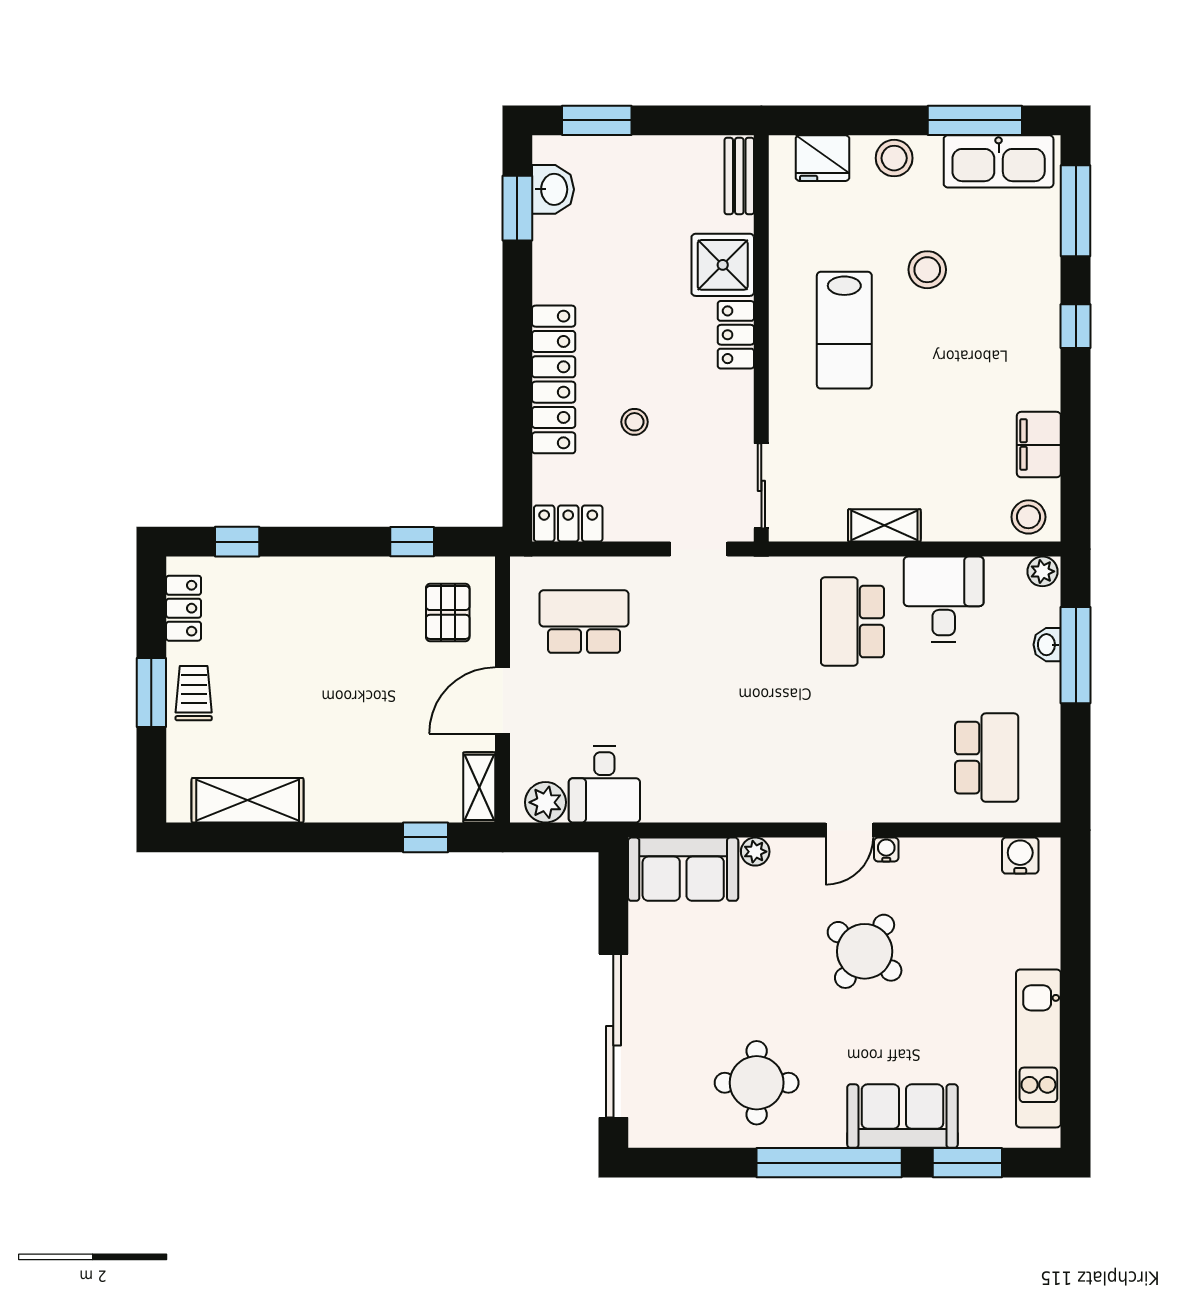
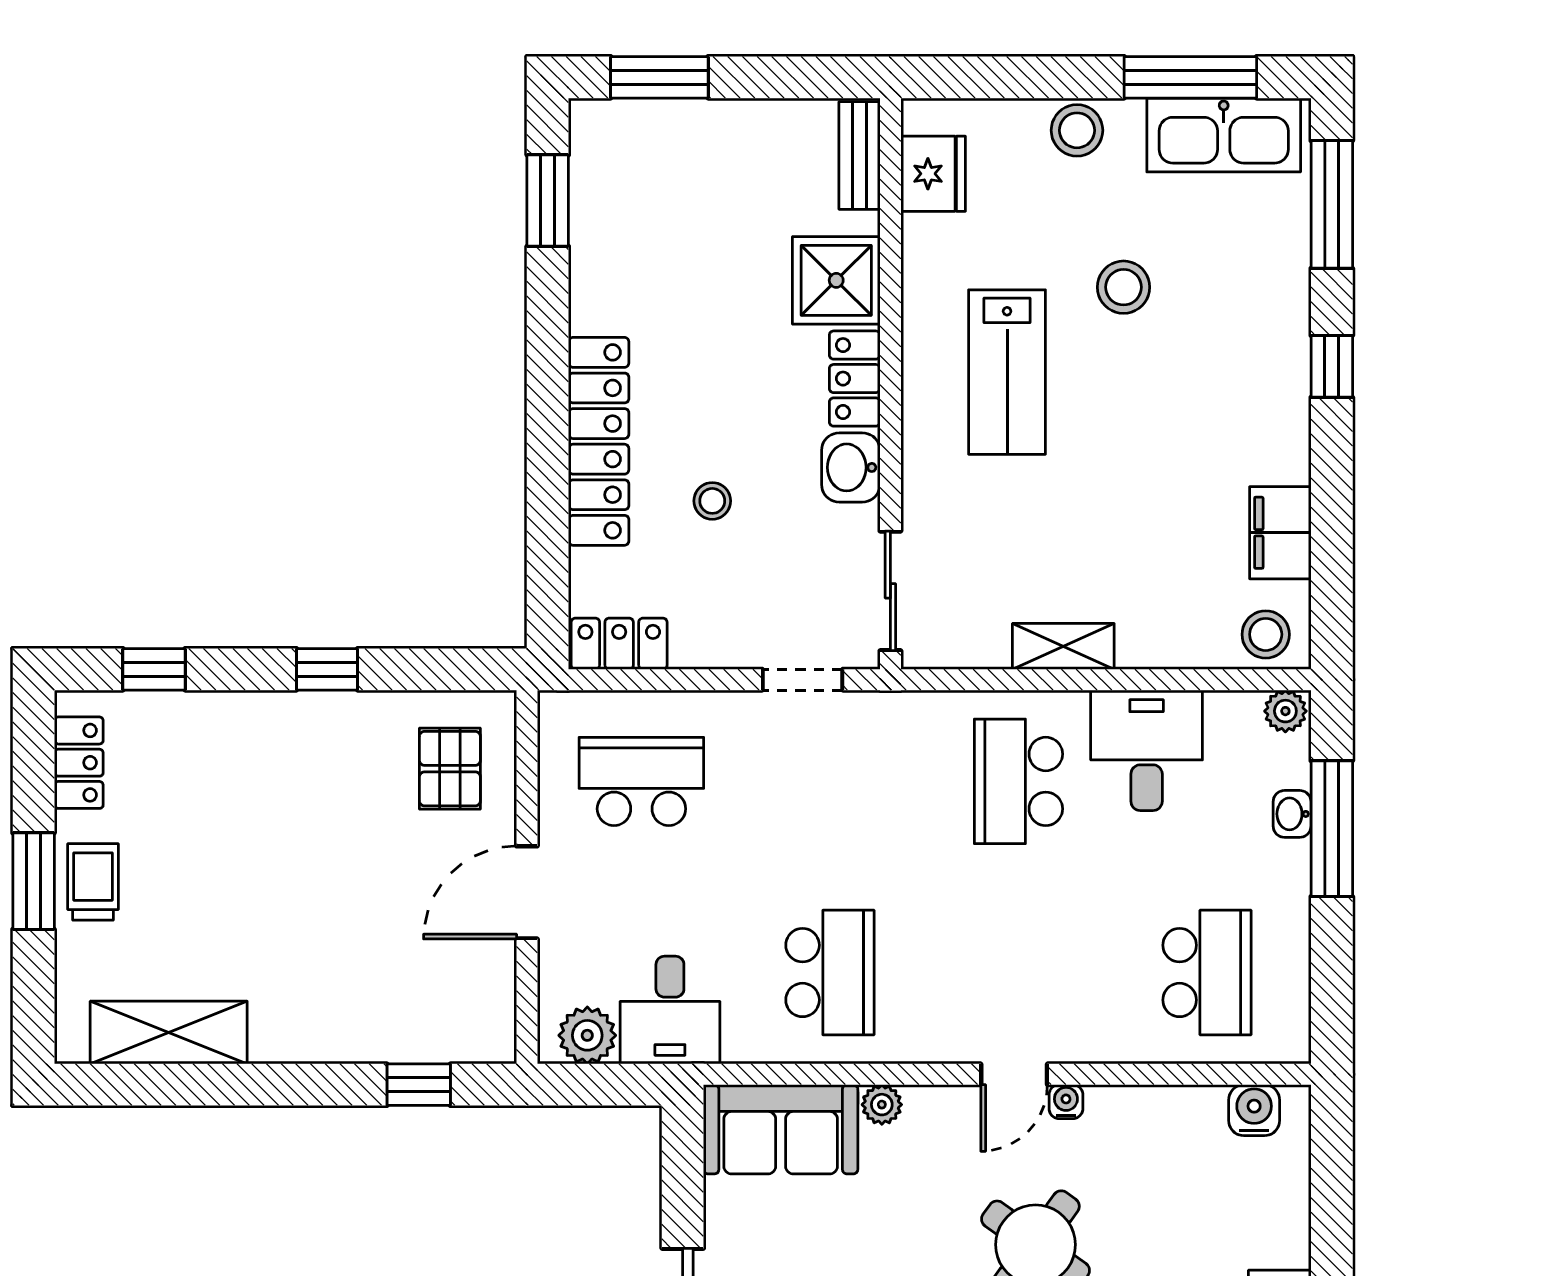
fridge: (823, 158) -> (933, 174), moved, turned -90
washbasin: (553, 189) -> (851, 467), moved, turned 180
window: (412, 542) -> (327, 669), moved
school desk: (718, 758) -> (830, 973), added
shelving: (479, 787) -> (494, 1014), removed

